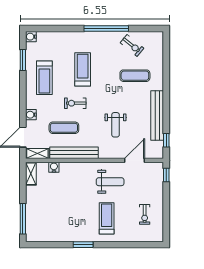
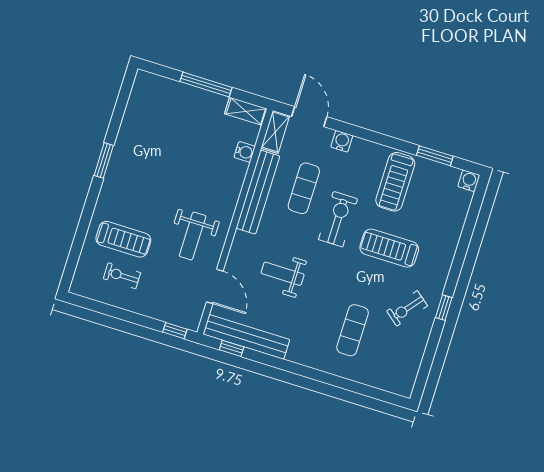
window: (106, 29) -> (444, 308), width x0.32
exercise bike: (132, 45) -> (407, 308), moved
treadmill: (83, 69) -> (389, 248), turned 180
treadmill: (44, 78) -> (395, 182), turned -90
exercise bike: (75, 103) -> (338, 219), width x1.38, depth x1.39
bench: (157, 115) -> (246, 337), moved
treadmill: (107, 218) -> (123, 239), moved
window: (23, 219) -> (206, 84), moved

